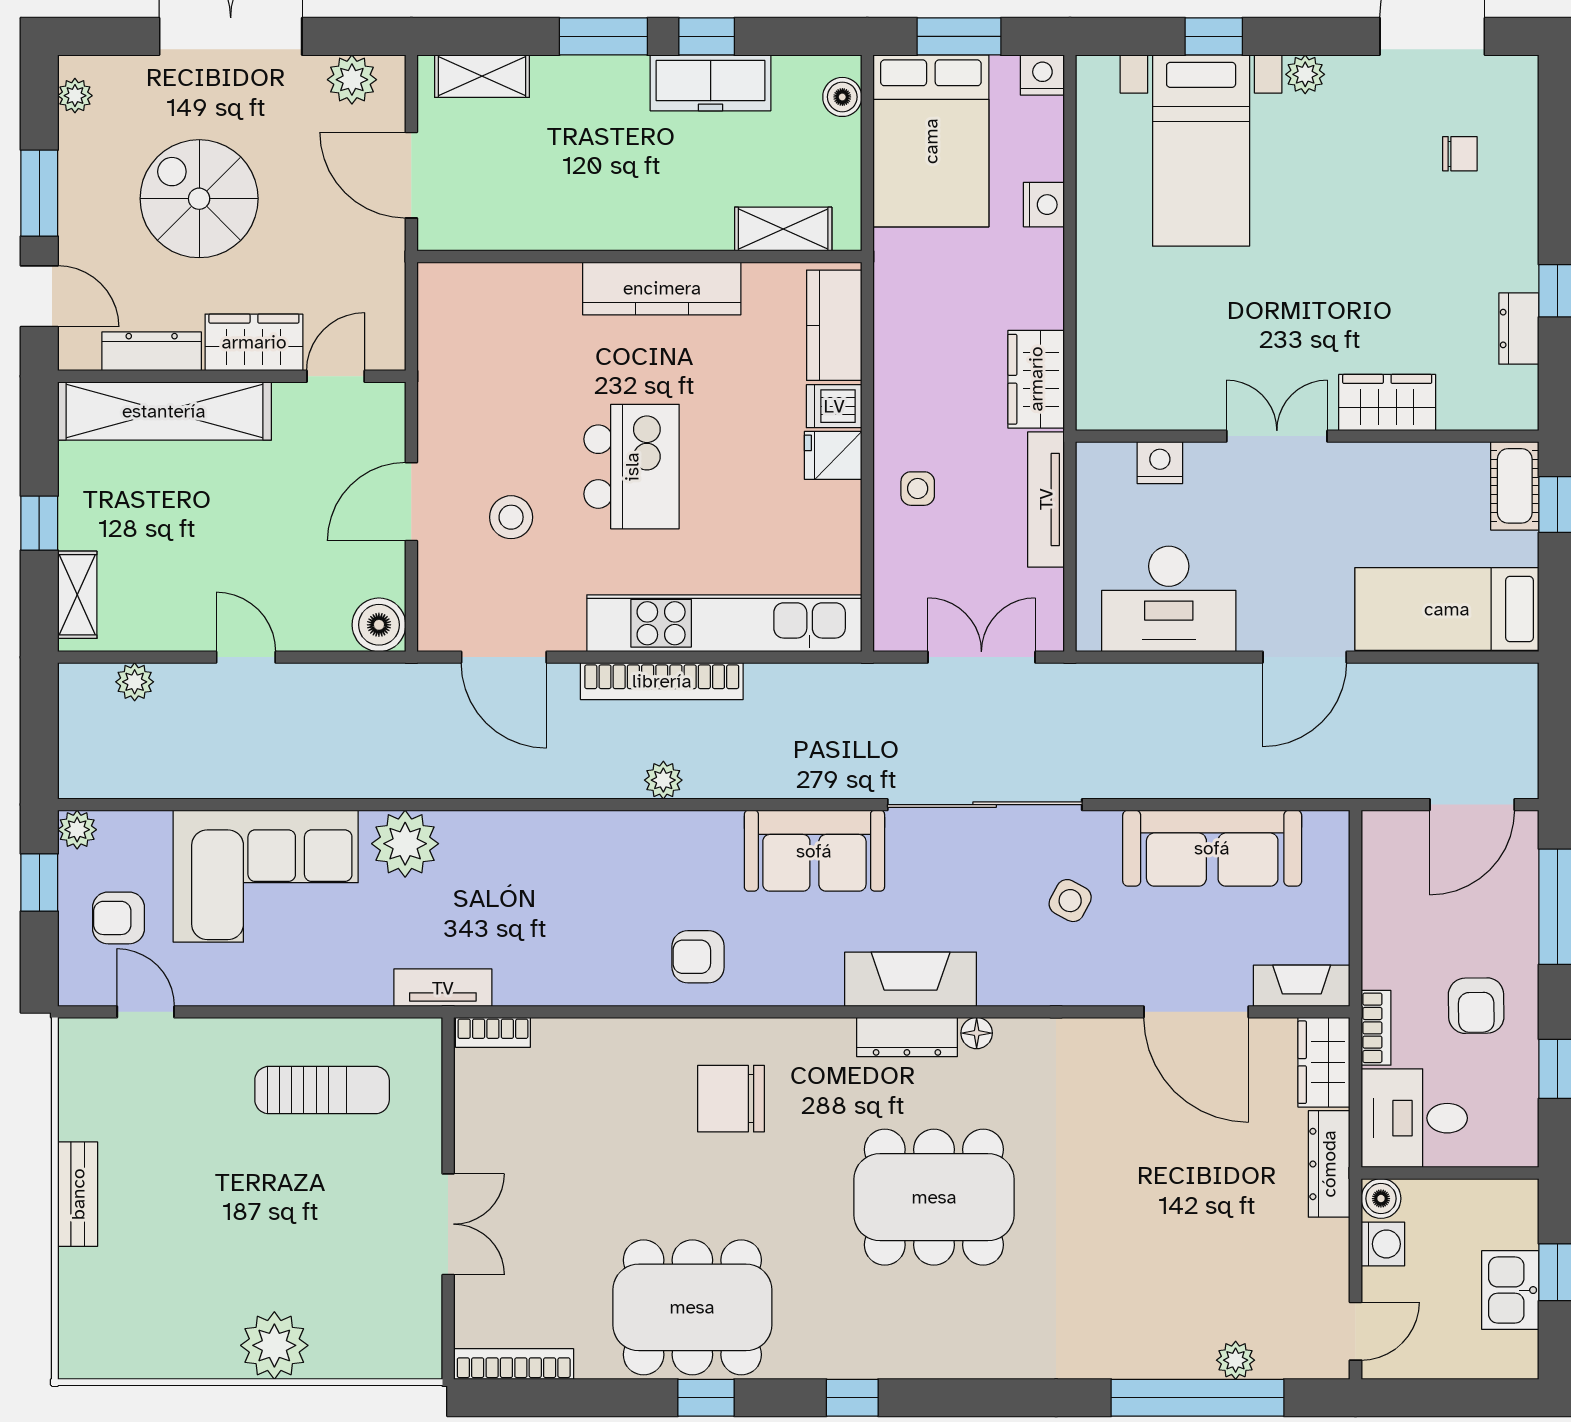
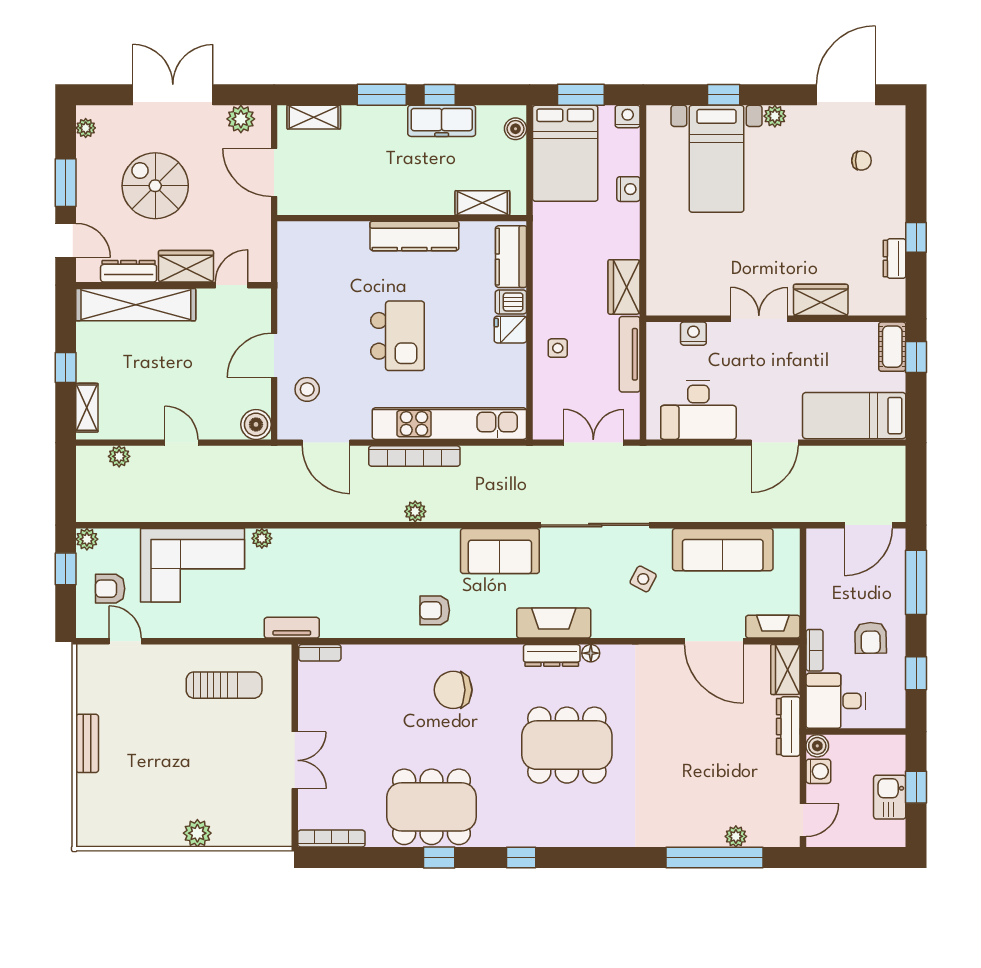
stool: (511, 517) -> (307, 389), moved
plant: (405, 844) -> (262, 538), width x0.53, depth x0.53
plant: (274, 1345) -> (197, 833), width x0.73, depth x0.73

